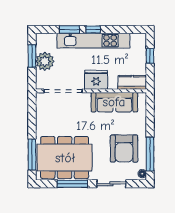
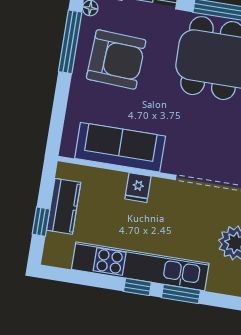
fridge: (96, 80) -> (138, 188), width x0.53, depth x0.75
kitchen counter: (132, 82) -> (64, 206), moved, turned -90
armchair: (124, 149) -> (116, 59), turned 93

